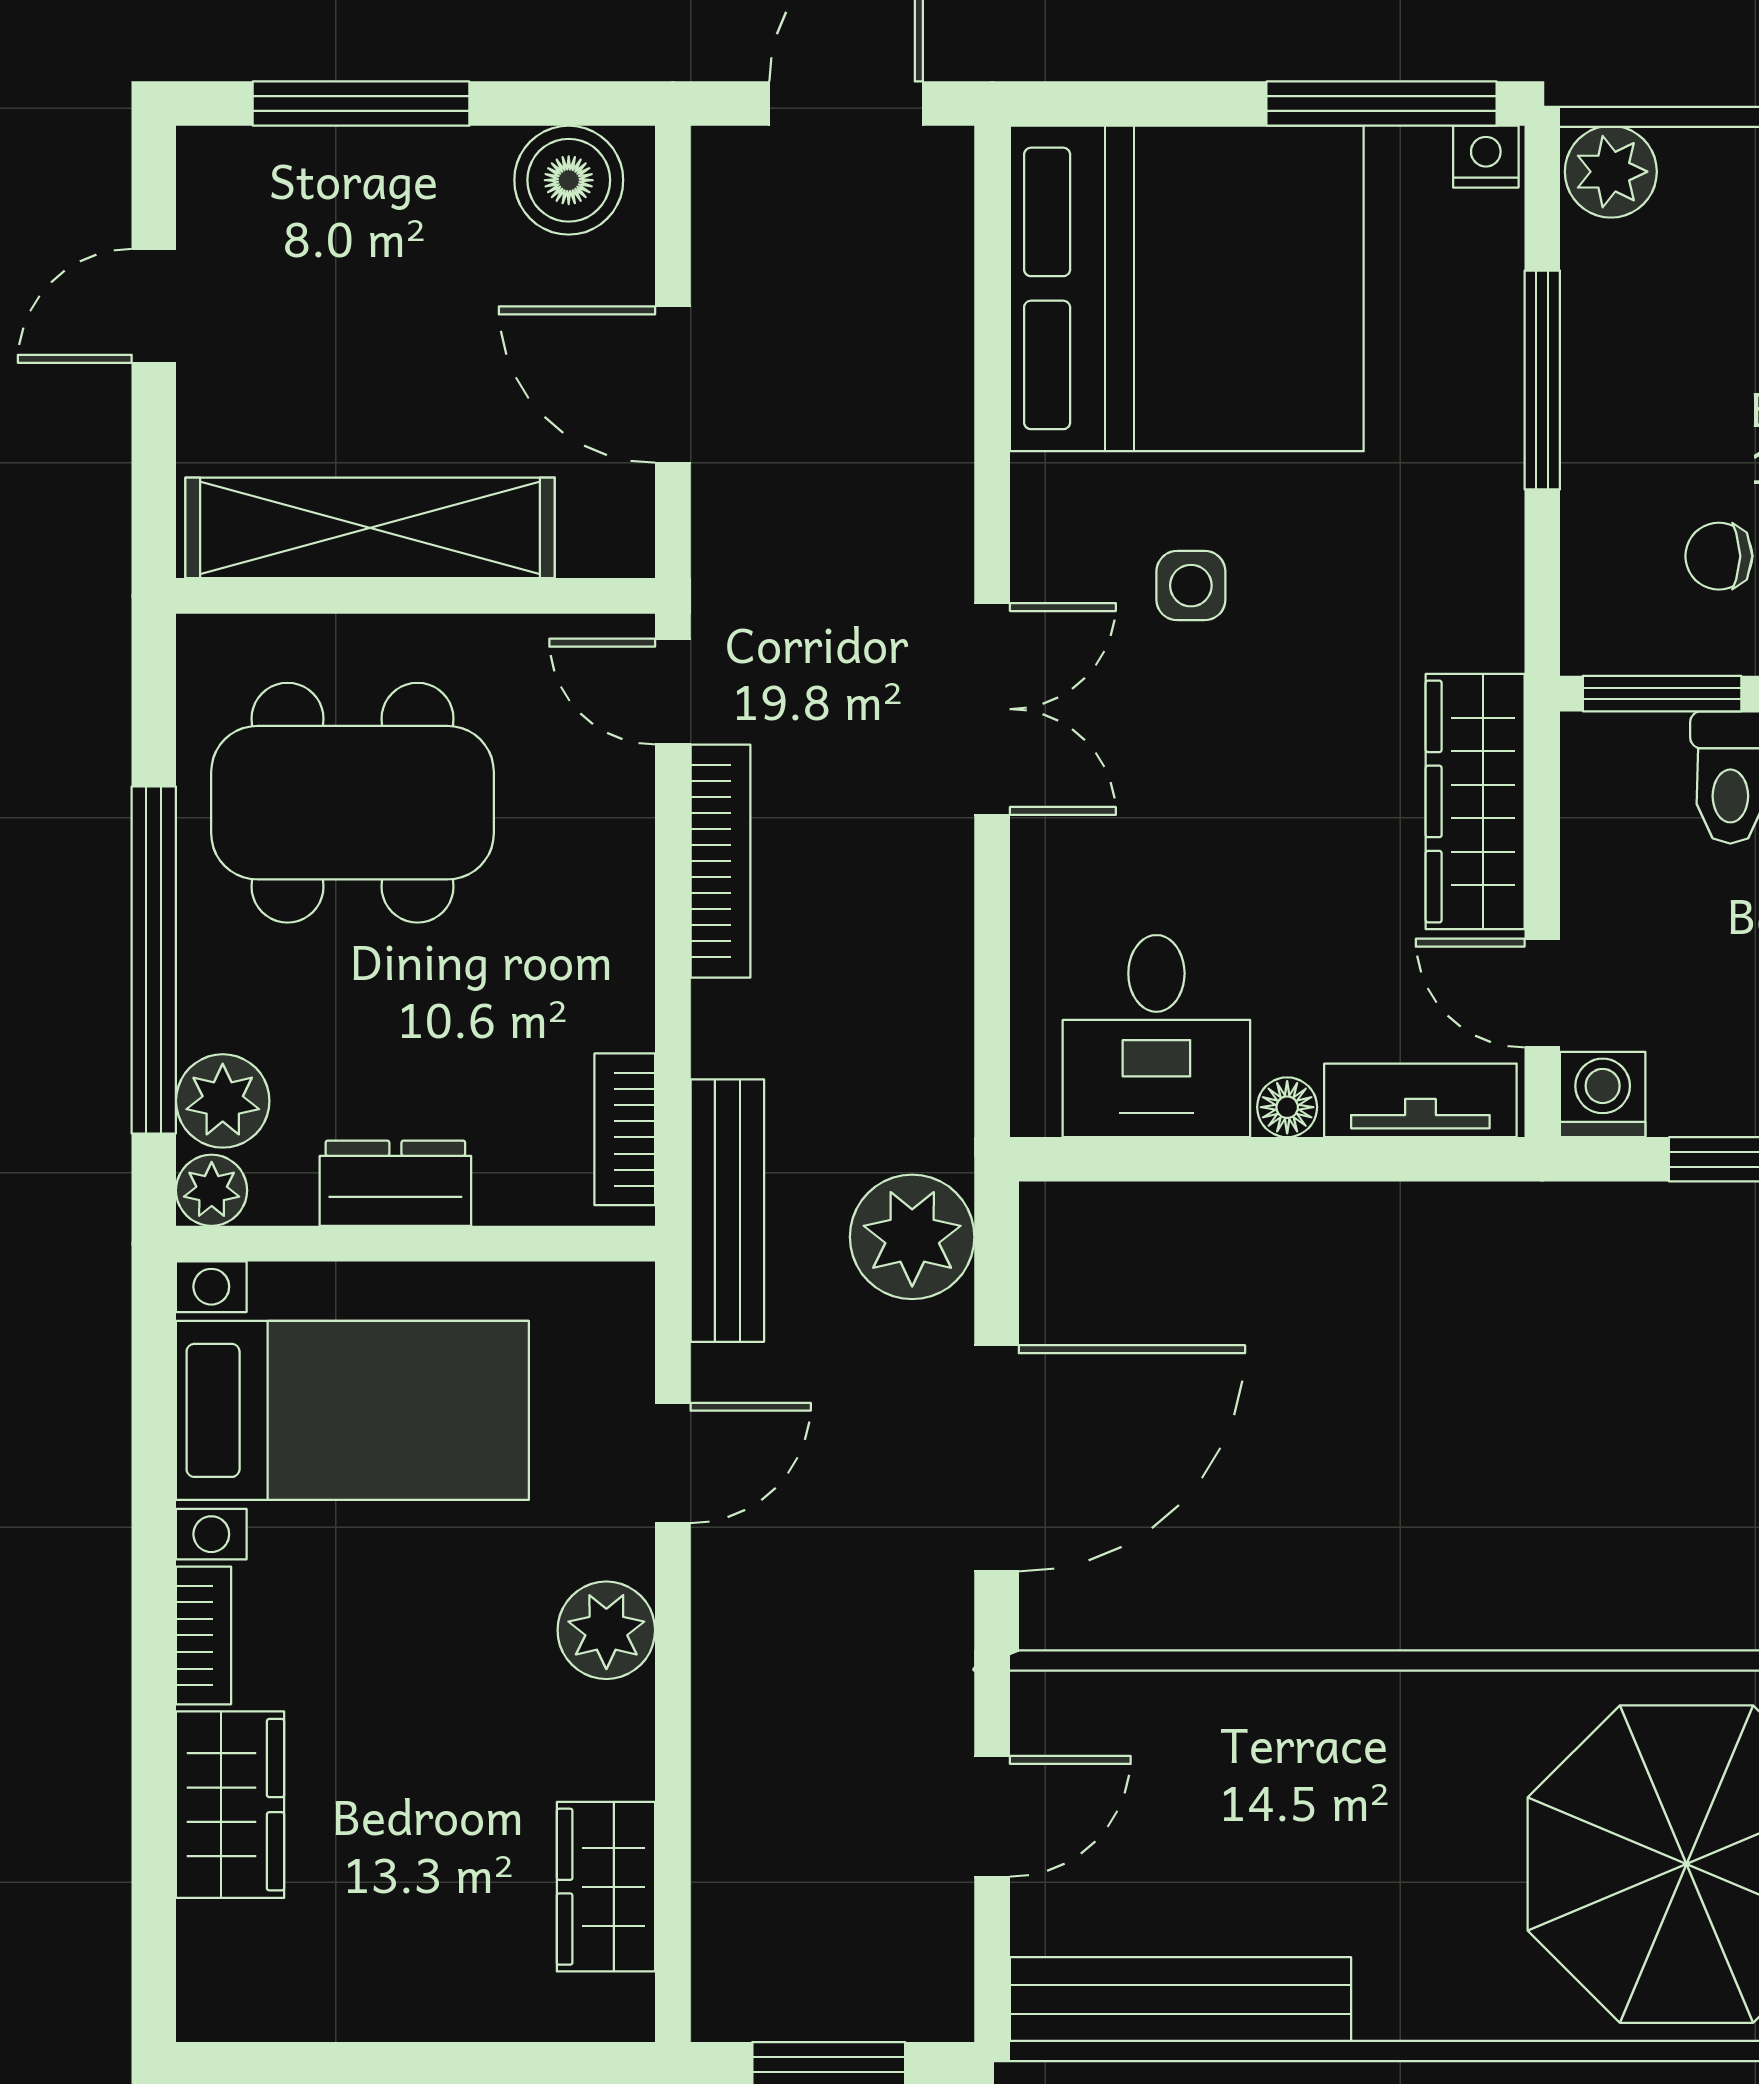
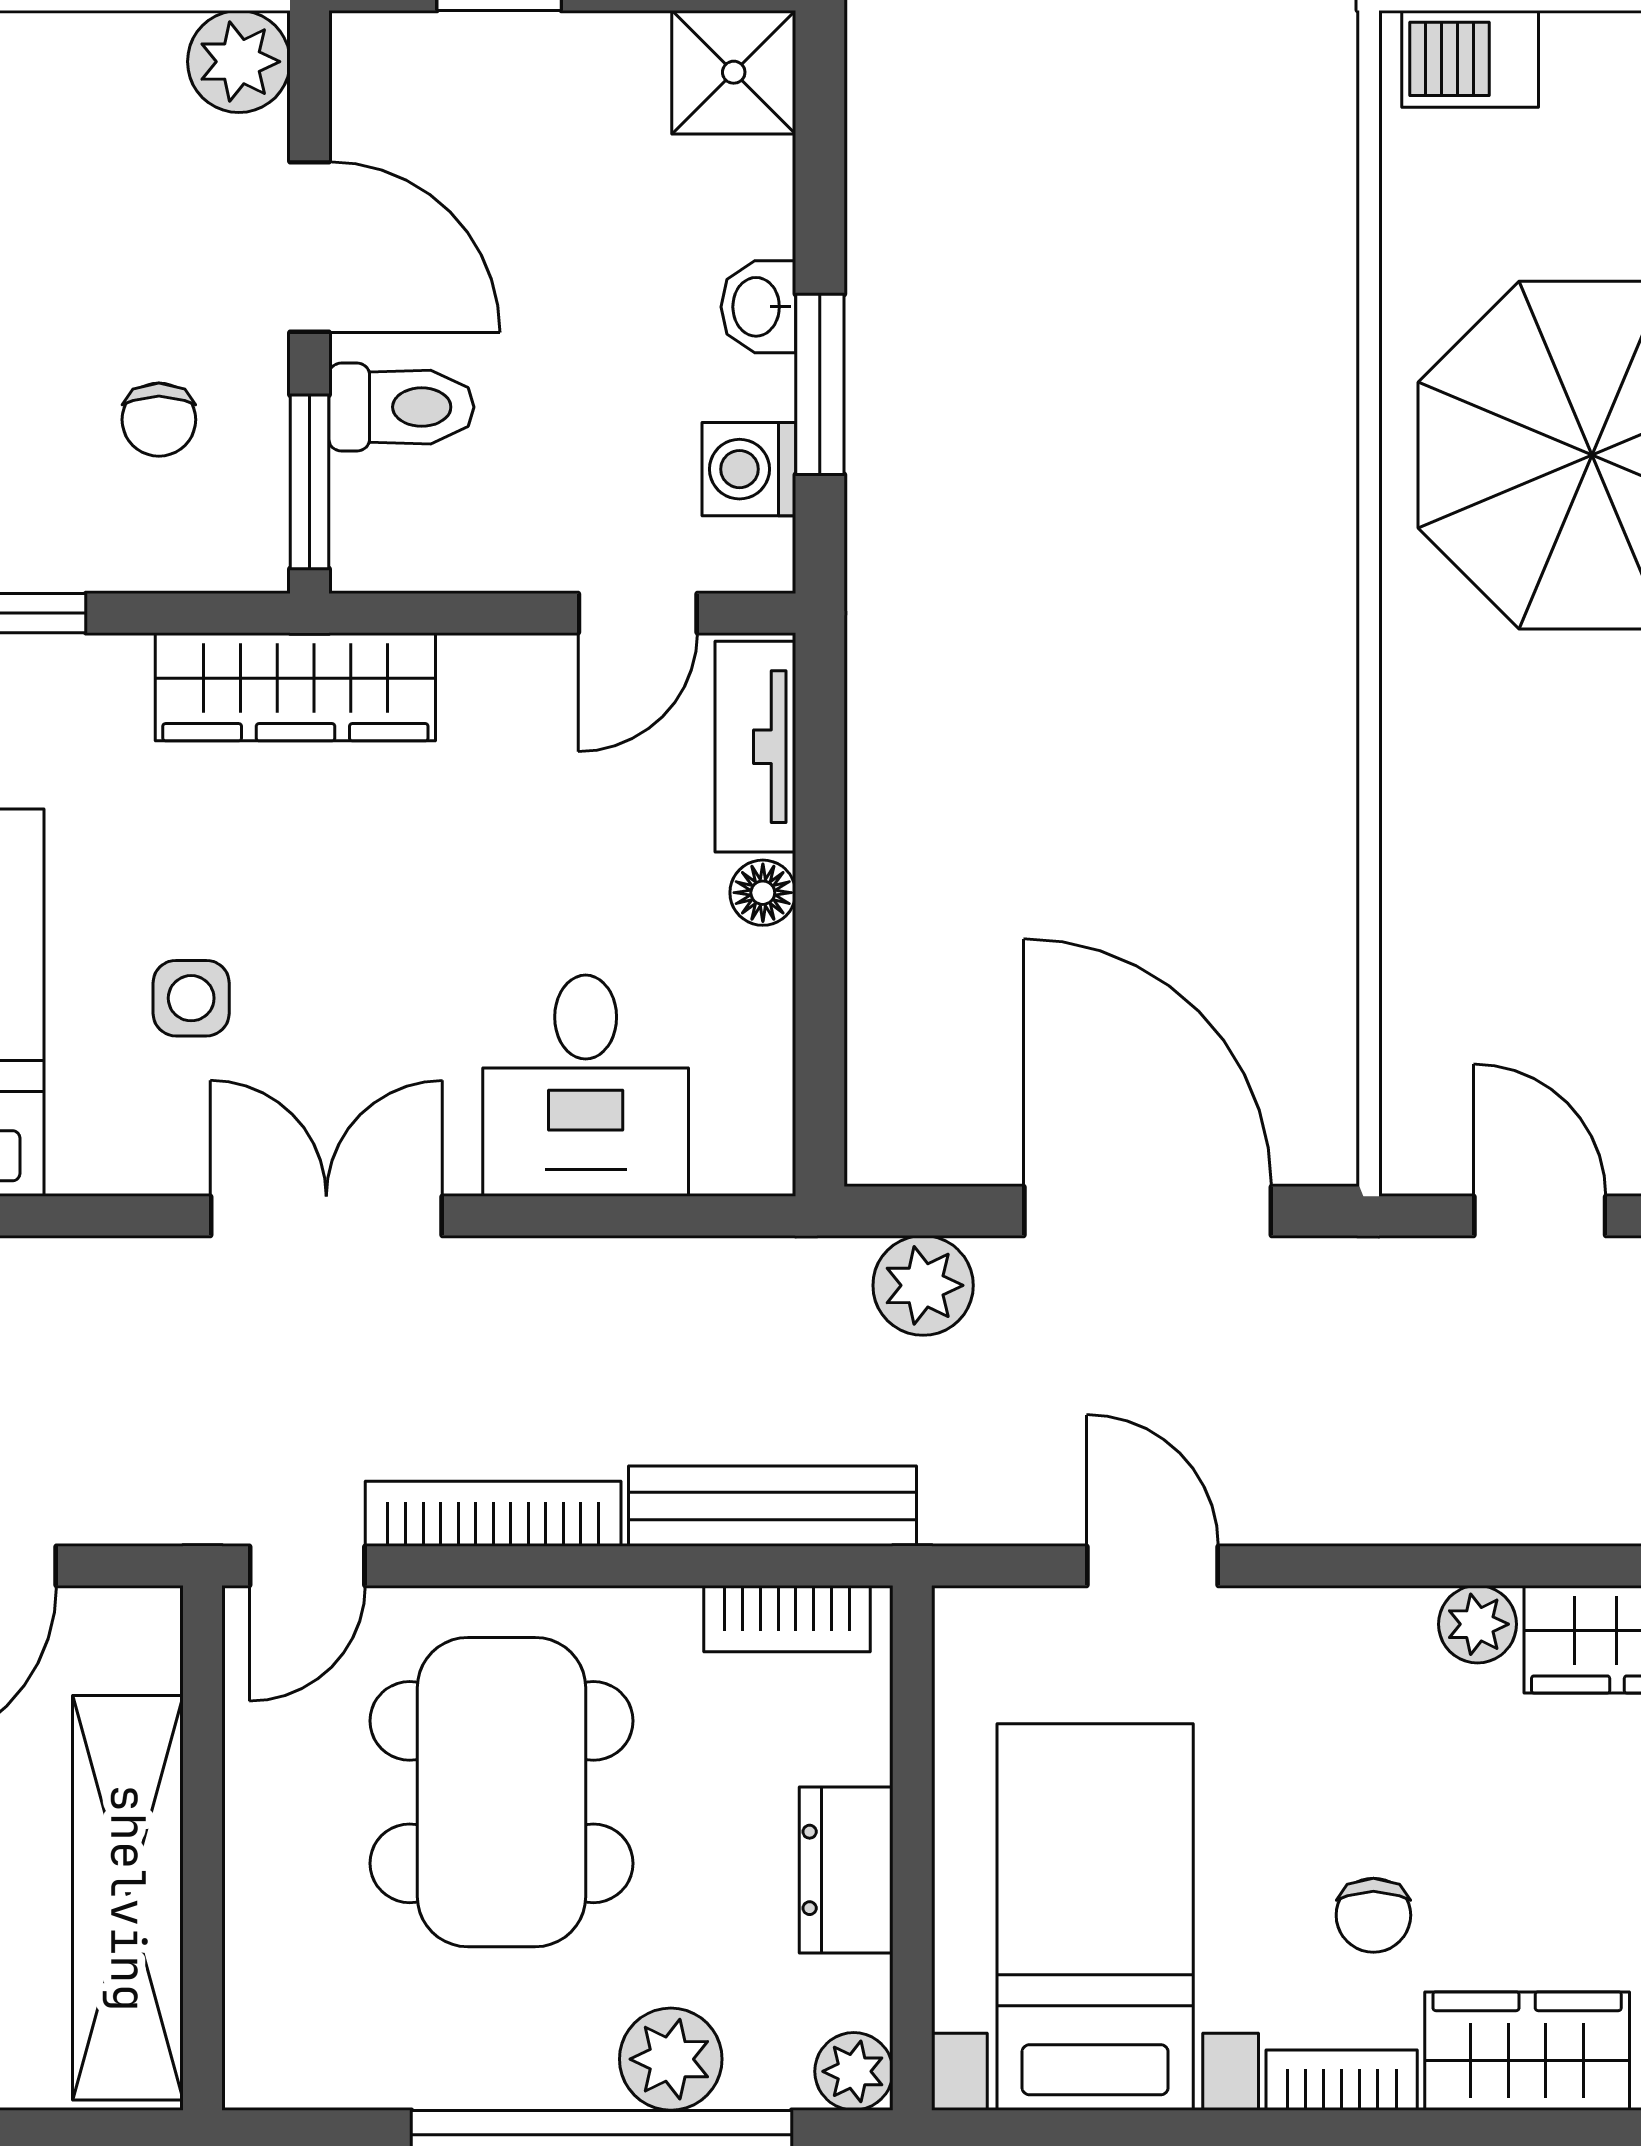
wardrobe: (1475, 801) -> (295, 687), moved
dining table: (352, 803) -> (502, 1792), moved
desk: (1156, 1036) -> (586, 1086), moved, turned 90
washing machine: (1603, 1094) -> (749, 469), moved
plant: (223, 1101) -> (671, 2059), moved
bench: (727, 1211) -> (773, 1506), moved
plant: (912, 1237) -> (923, 1285), width x0.73, depth x0.73
plant: (606, 1630) -> (1477, 1624), moved, width x0.73, depth x0.73
chair: (354, 1664) -> (1373, 1915), added

